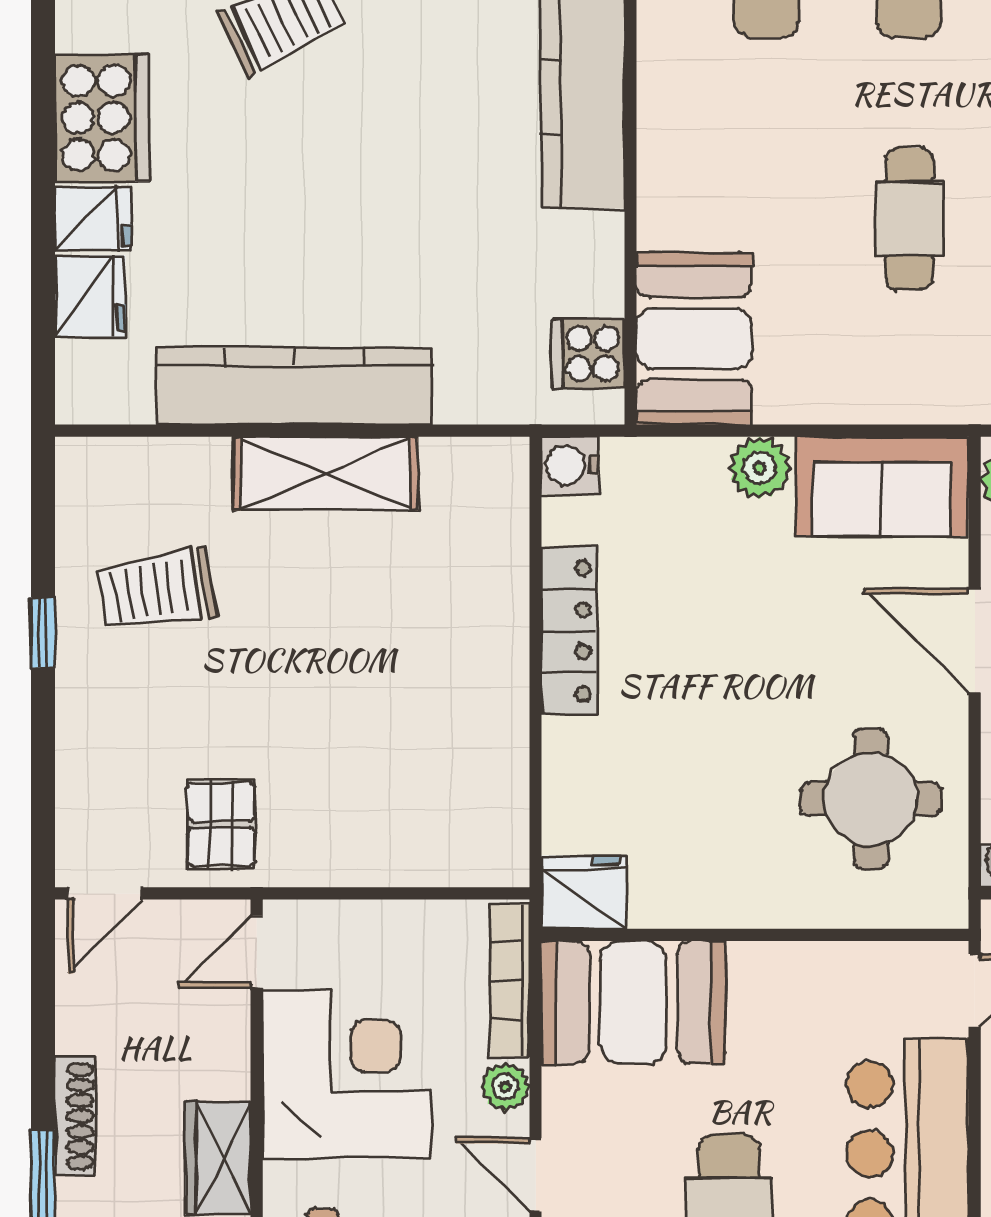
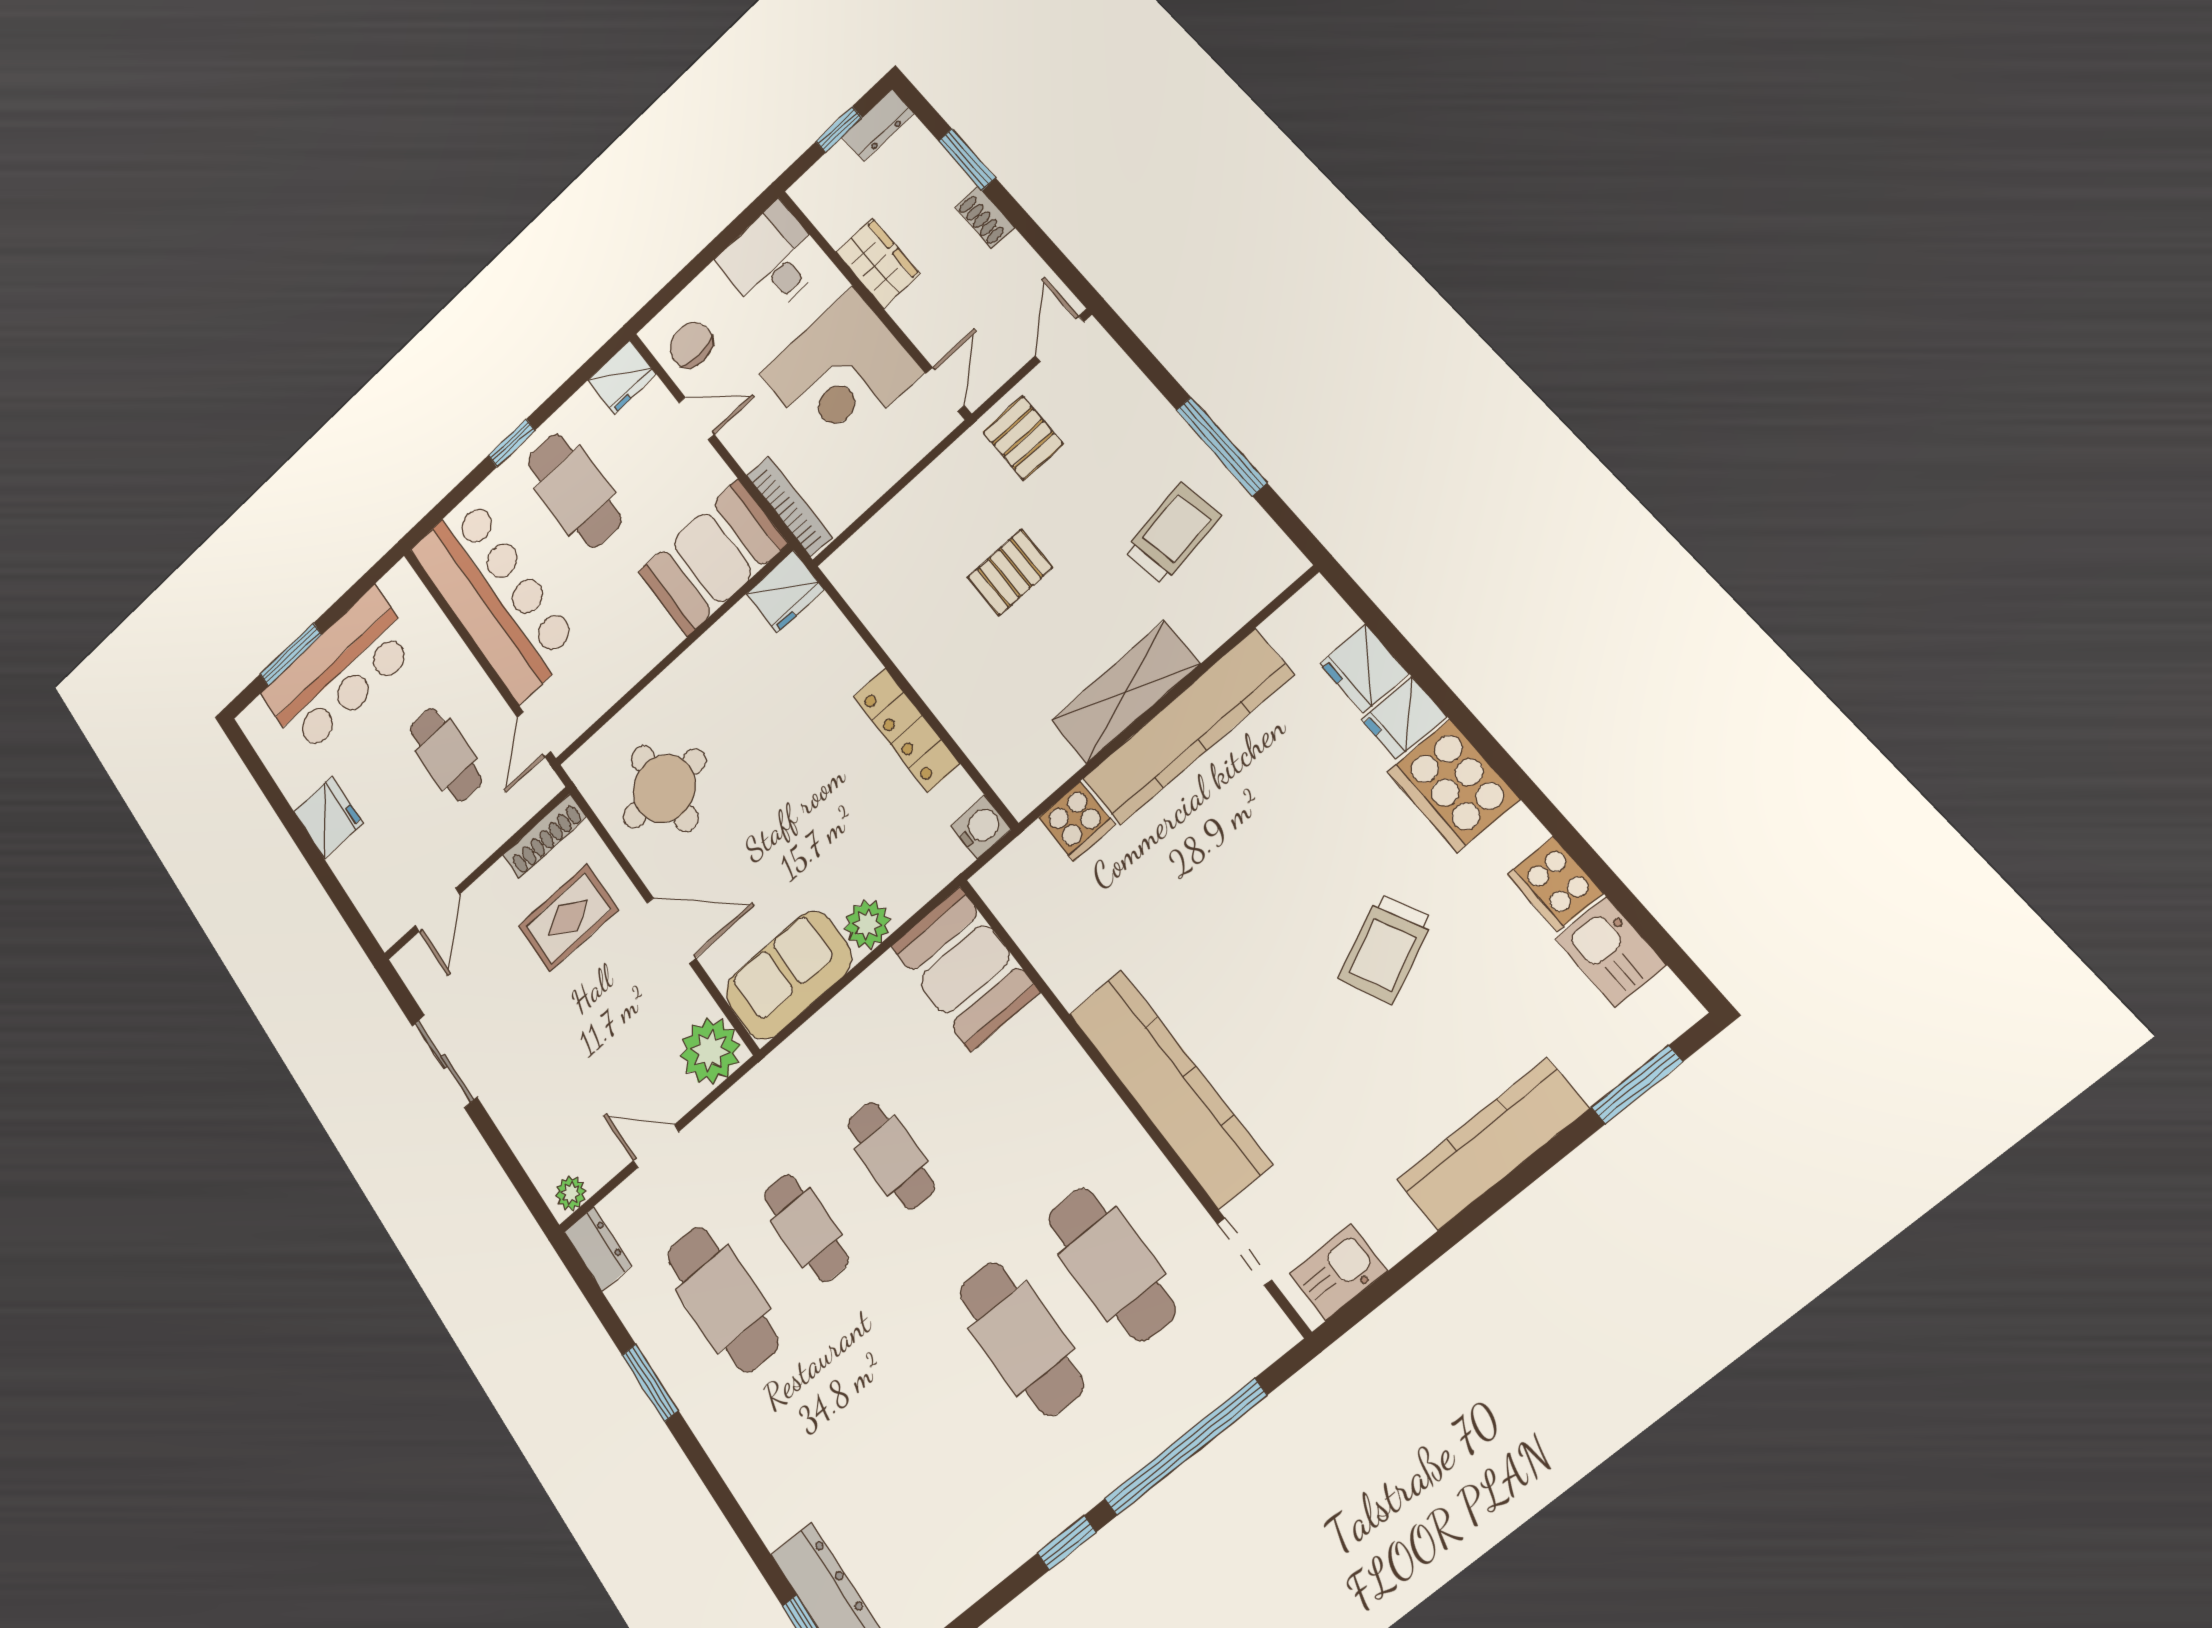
cooker: (588, 353) -> (1077, 821), moved, turned 90
window: (43, 633) -> (1221, 446), width x2.17
pallet: (342, 697) -> (1010, 572), added
plant: (505, 1087) -> (749, 448), removed
shoe rack: (75, 1116) -> (985, 217), width x0.70

